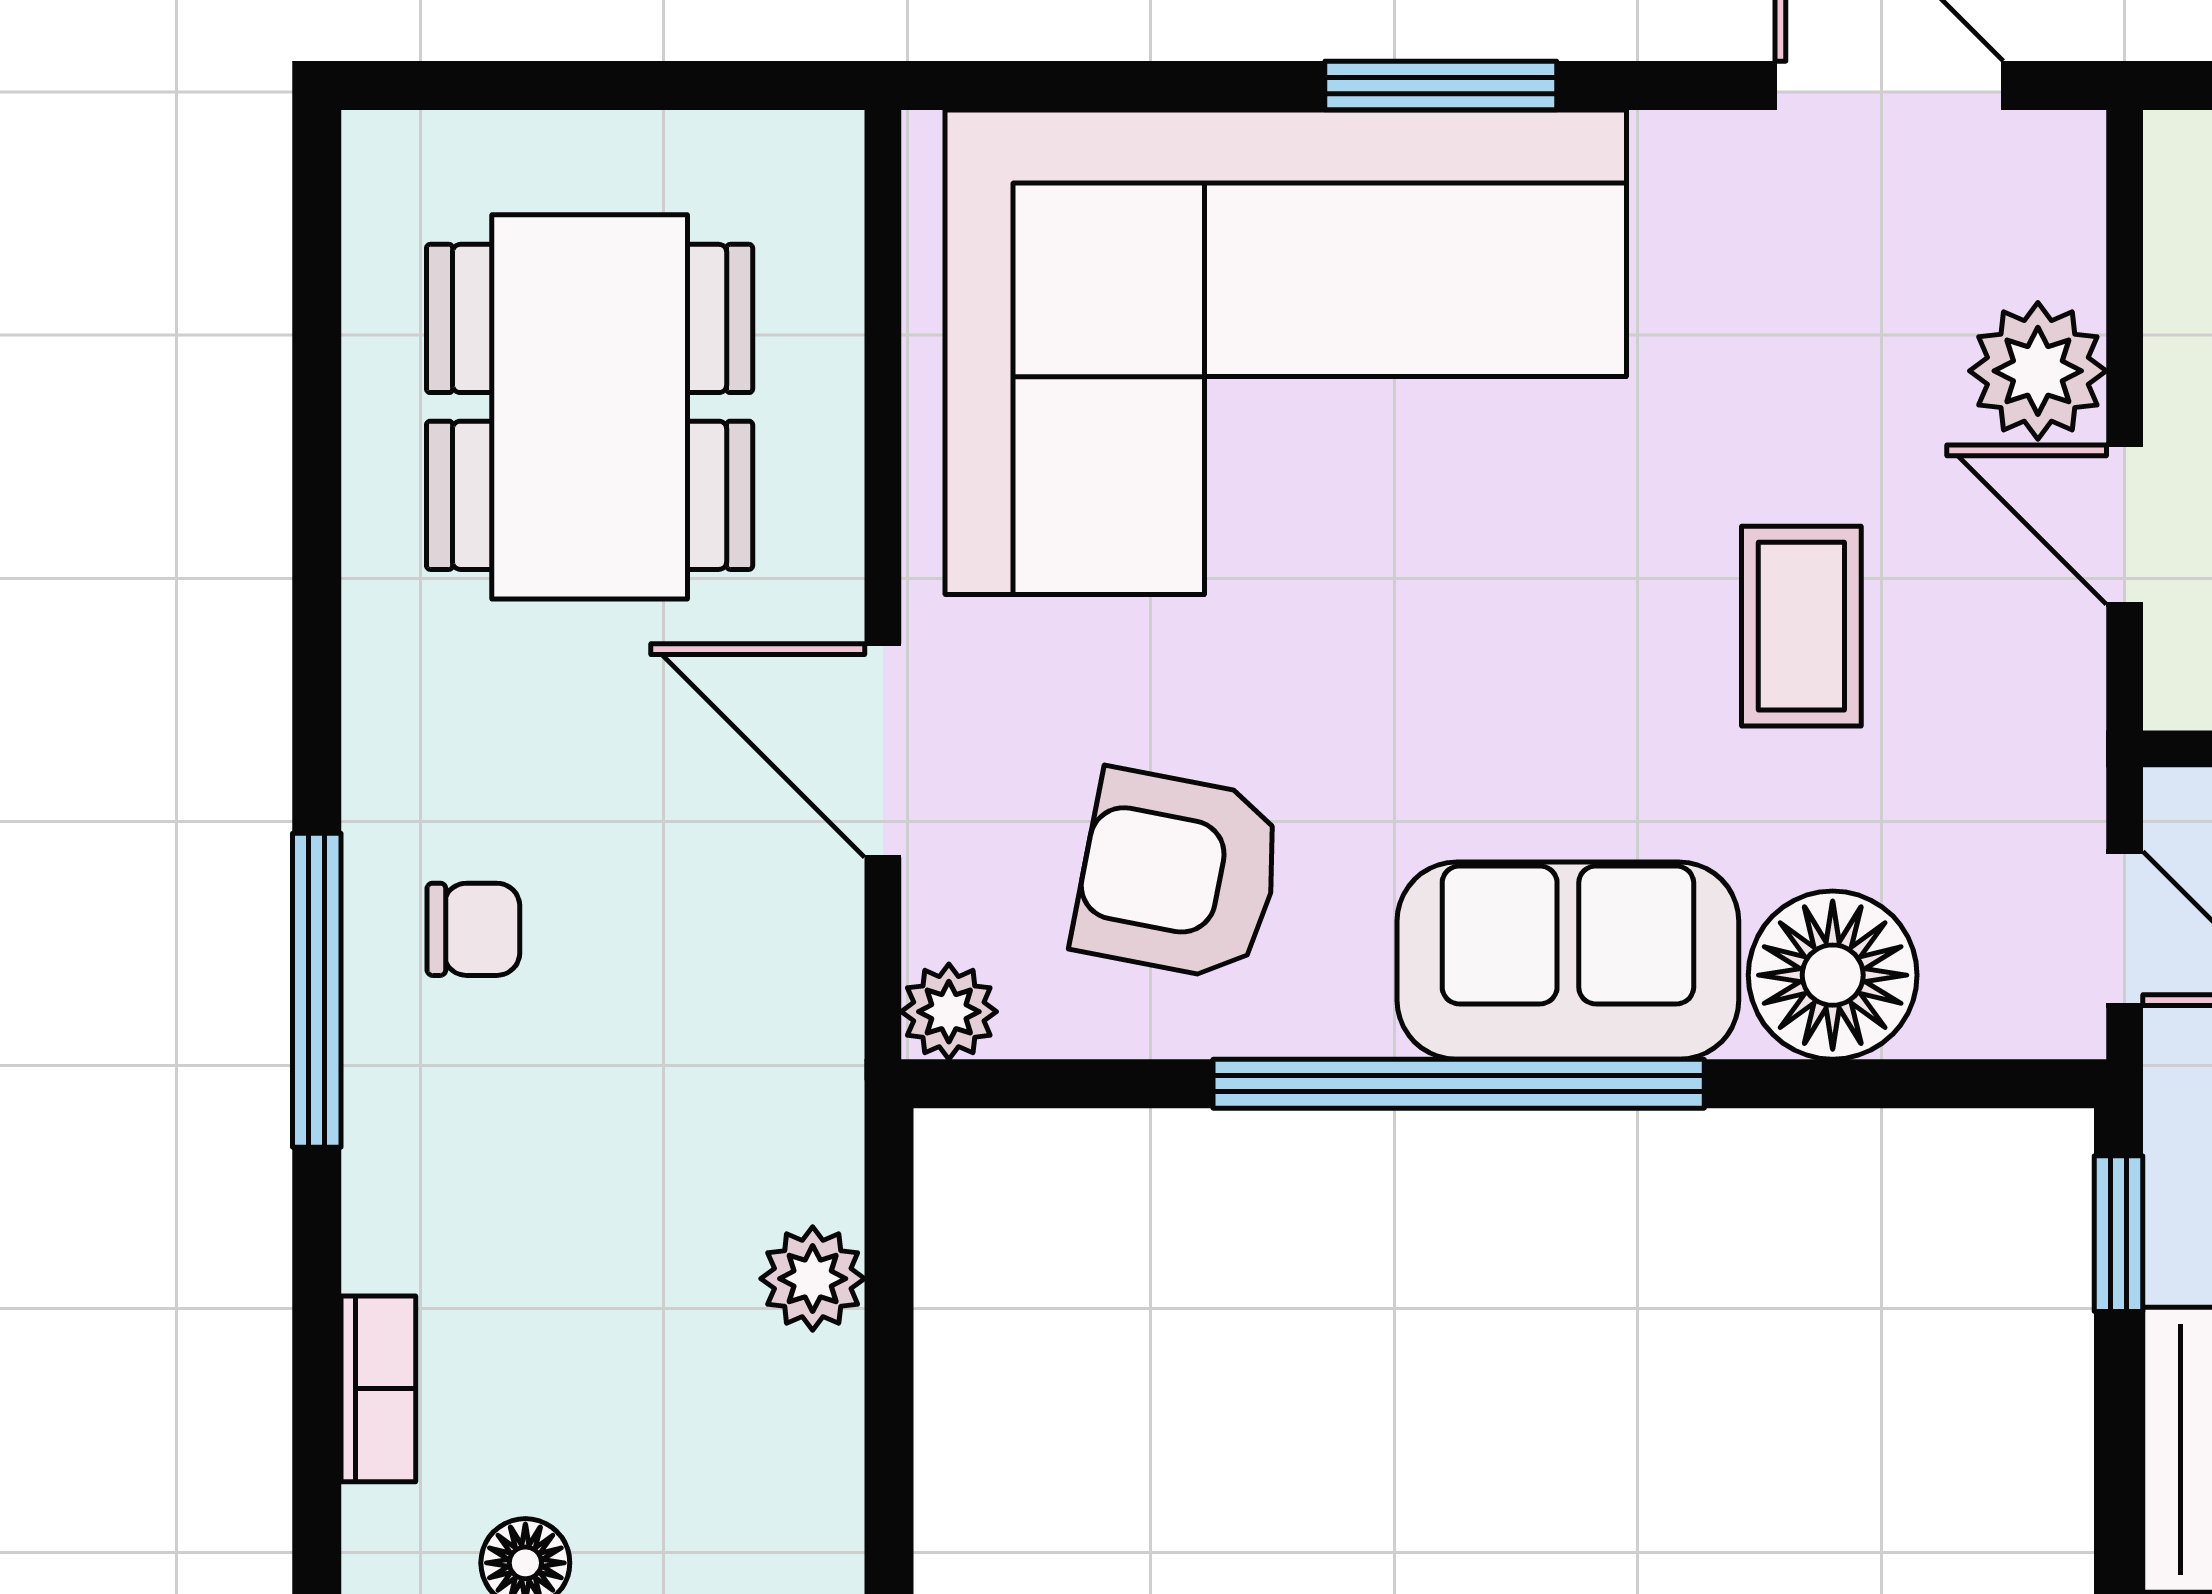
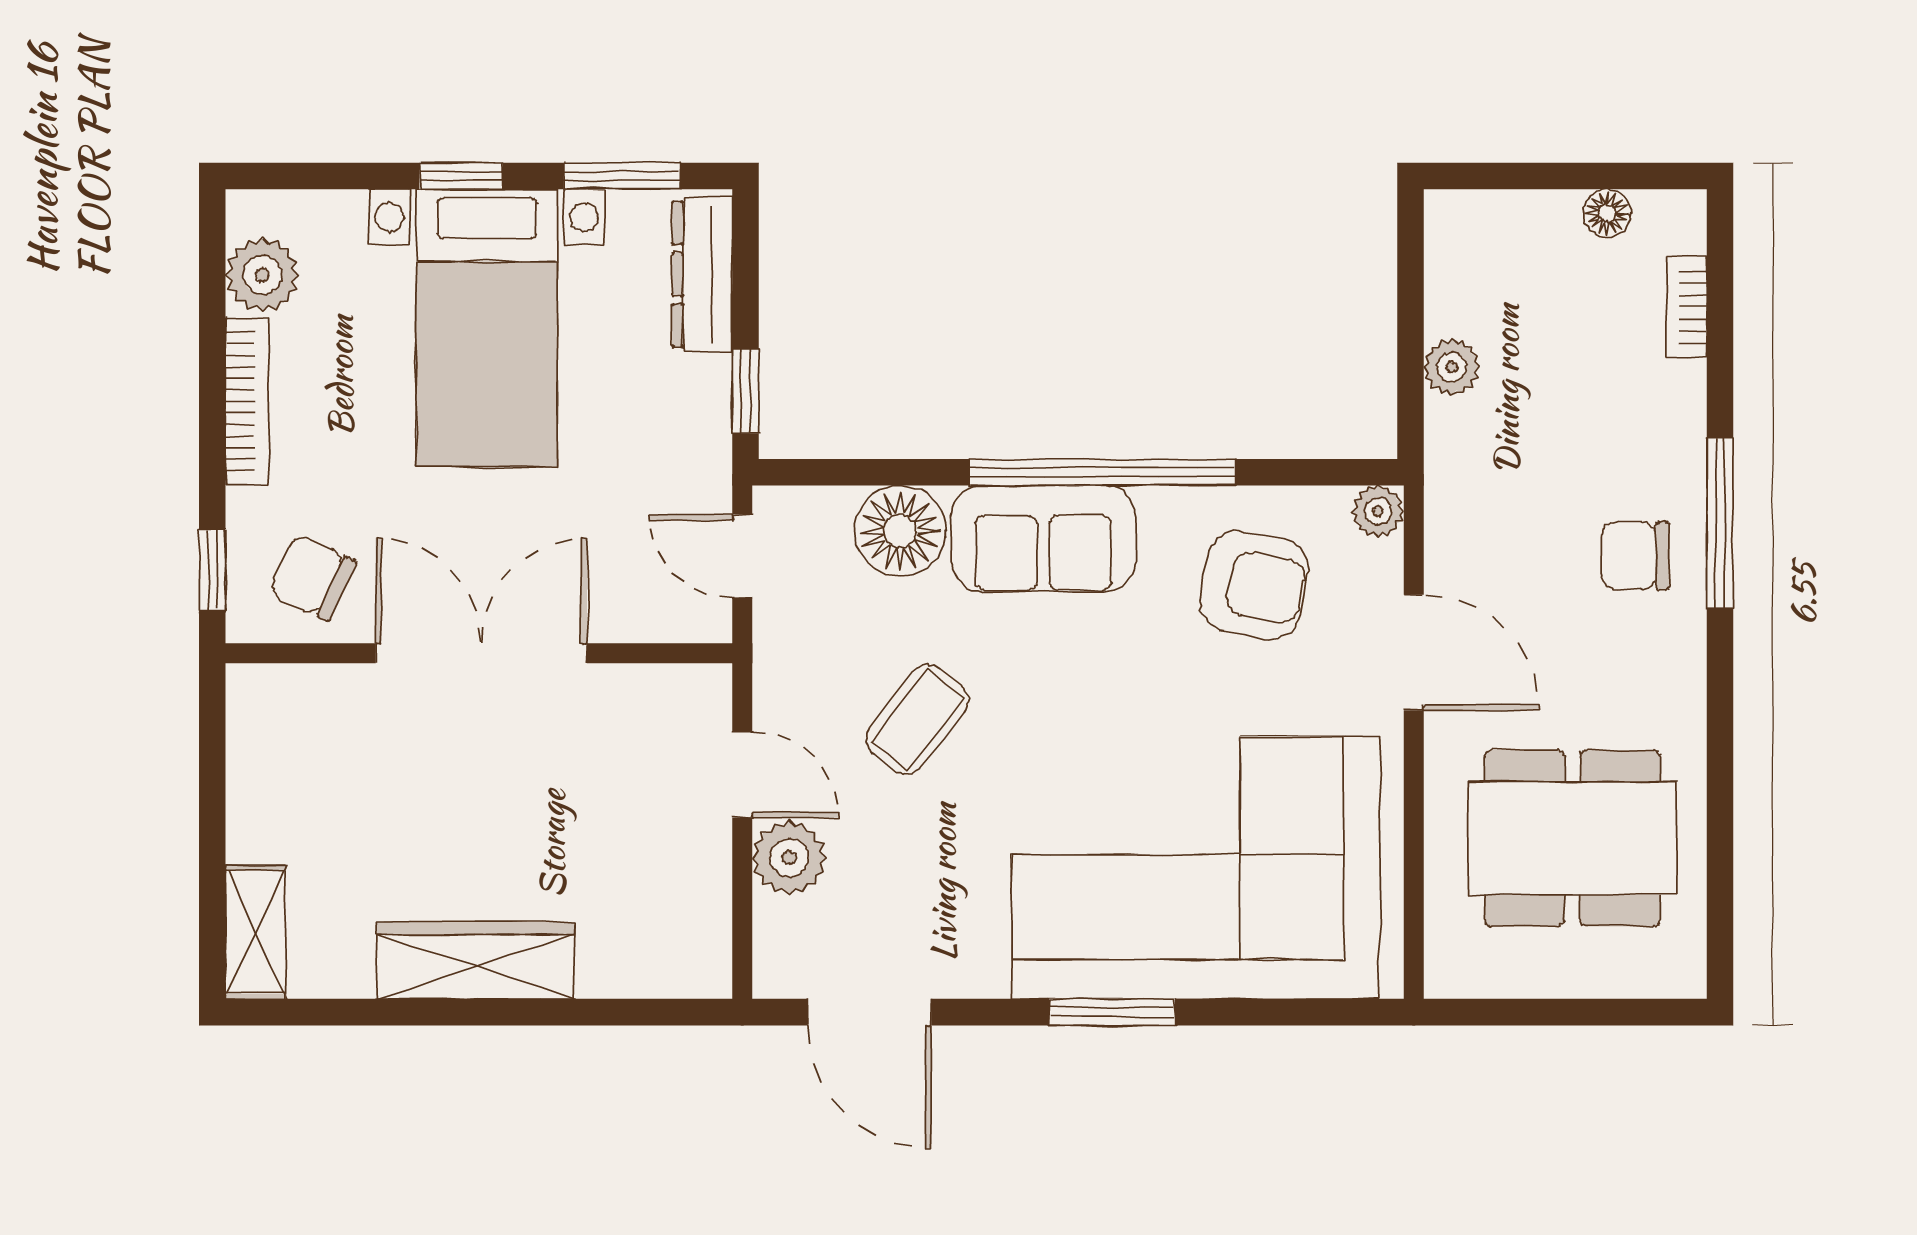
dining table: (590, 407) -> (1572, 838), turned 90
coffee table: (1801, 626) -> (917, 720), turned 38
chair: (473, 929) -> (1635, 556), width x1.37, depth x1.37

